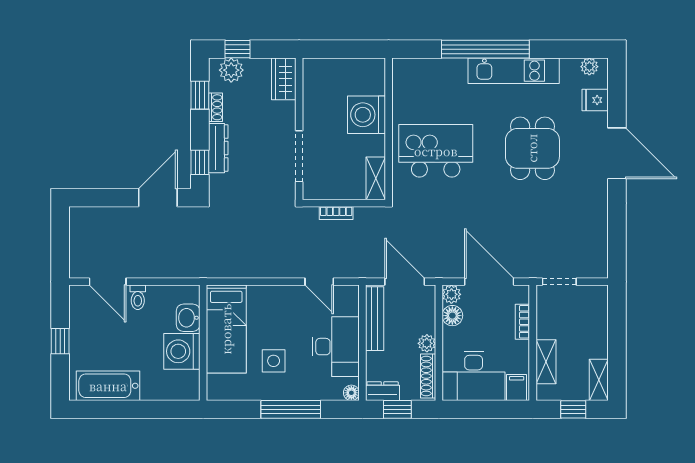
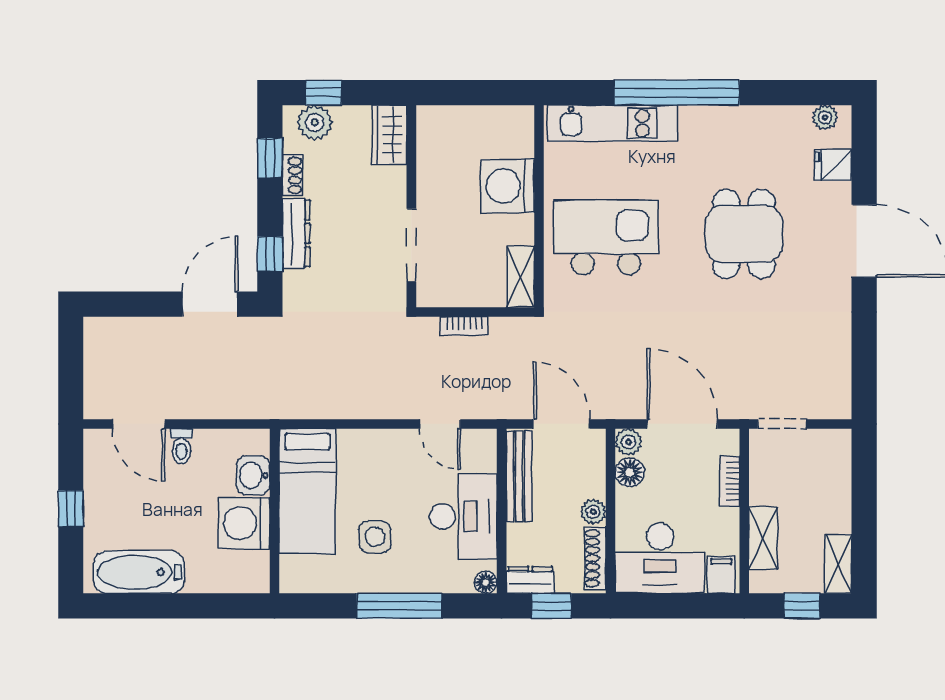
kitchen unit: (514, 71) -> (612, 123), moved

